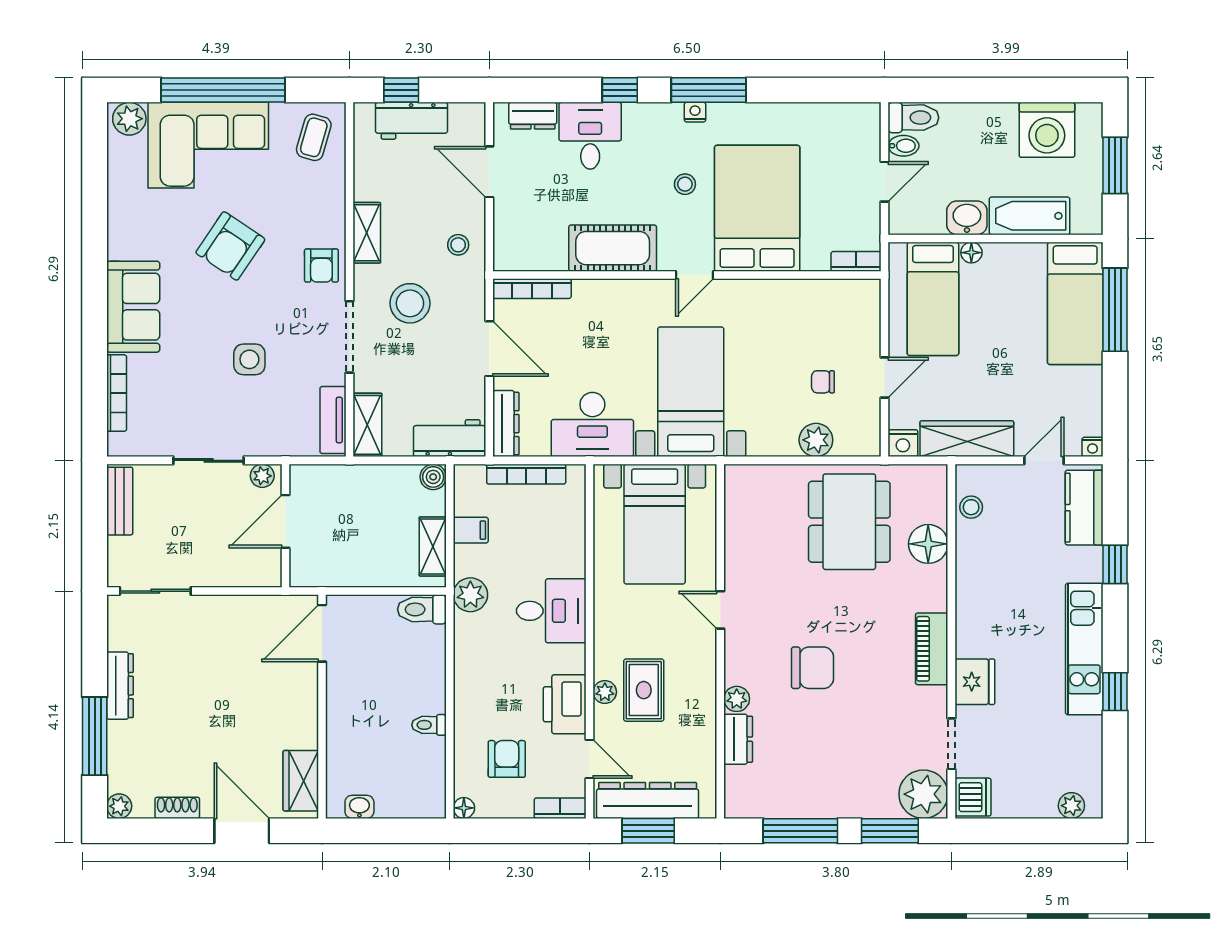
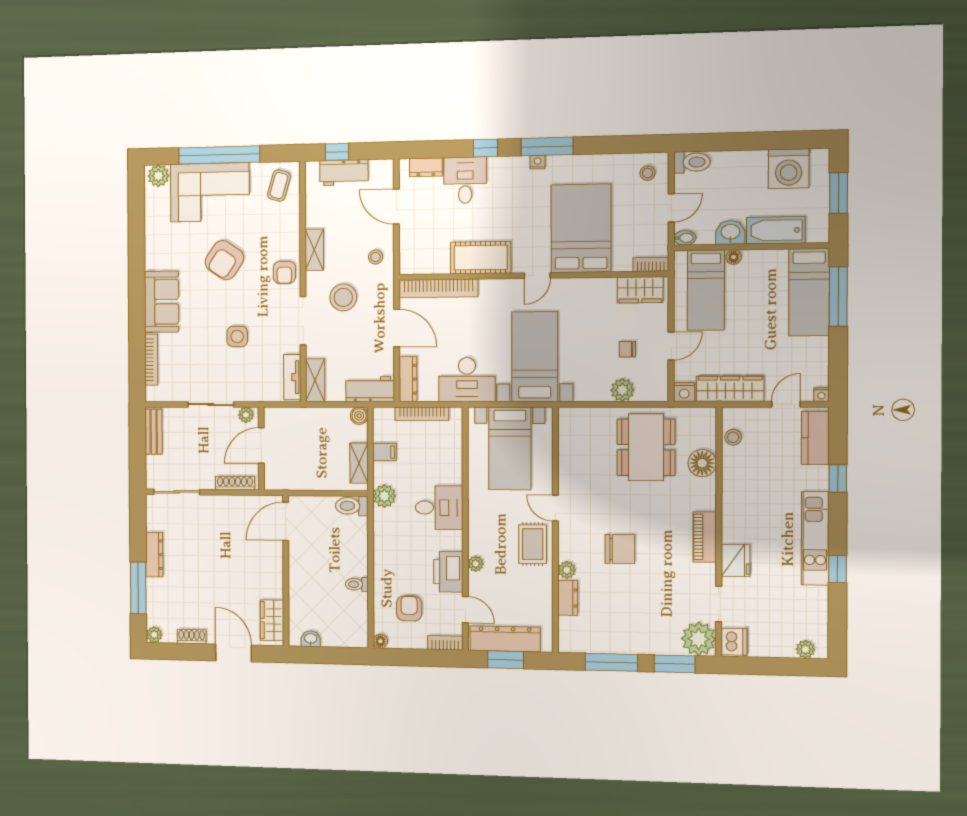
bidet: (903, 146) -> (685, 238), moved
stool: (685, 184) -> (647, 173), moved
bookcase: (532, 289) -> (438, 288), width x1.48, depth x1.31
wardrobe: (841, 297) -> (640, 290), added
shoe rack: (245, 577) -> (235, 483), added
rug: (644, 690) -> (533, 544), moved

